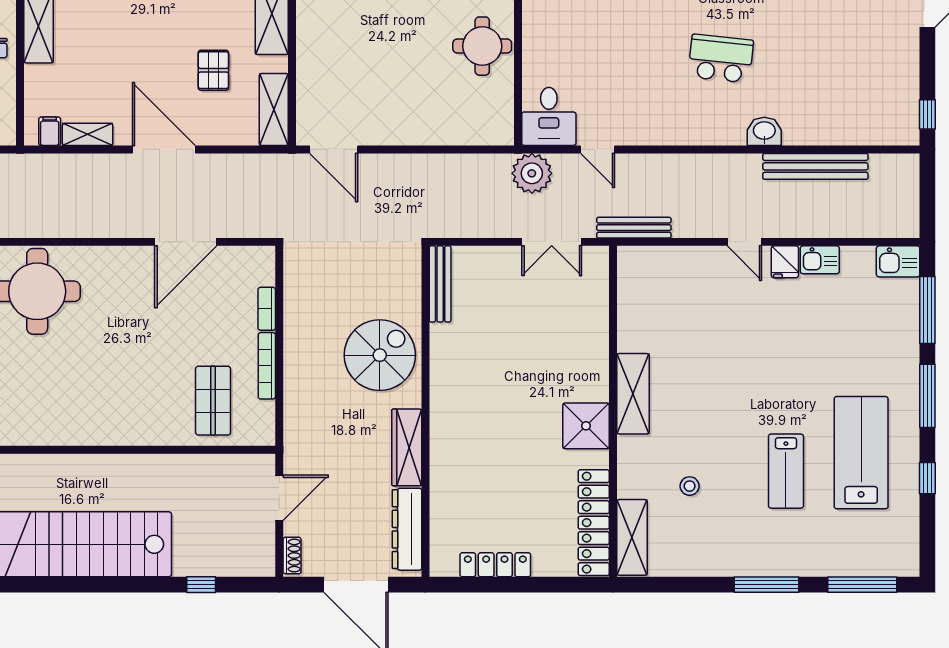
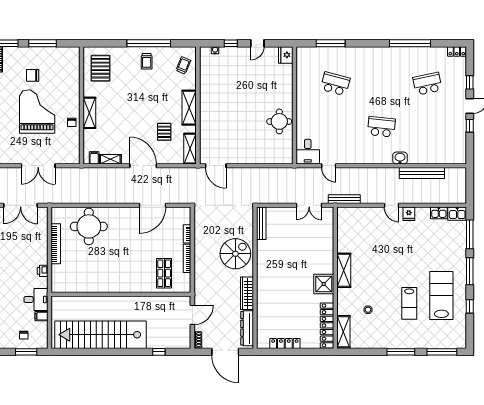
window: (927, 114) -> (470, 126), moved
plant: (532, 173) -> (300, 176), removed
kitchen sink: (820, 260) -> (439, 213), moved

